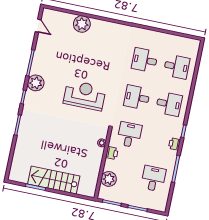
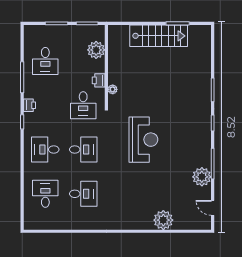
desk: (177, 67) -> (45, 194), turned 90
plant: (36, 83) -> (202, 177), moved
reception desk: (85, 95) -> (143, 140), turned -90

